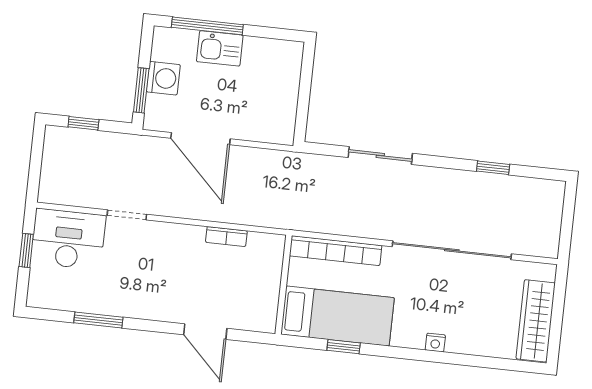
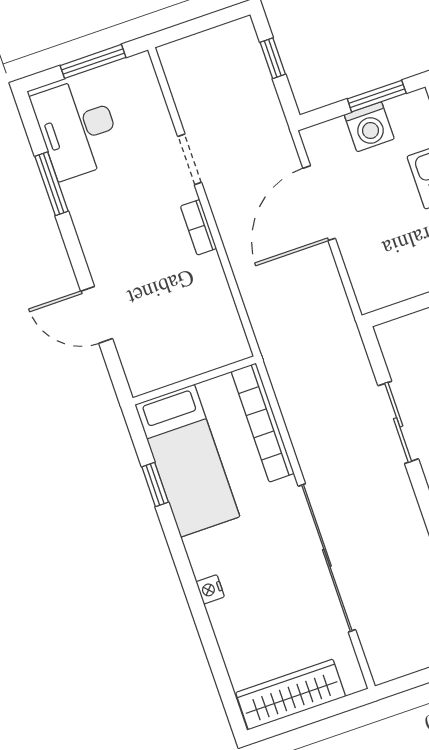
window: (141, 90) -> (377, 96), moved
bookcase: (226, 237) -> (198, 227), moved
desk: (68, 239) -> (77, 128), moved, turned 180
window: (26, 250) -> (93, 61), width x1.50
door: (205, 332) -> (97, 315), hinge flipped

